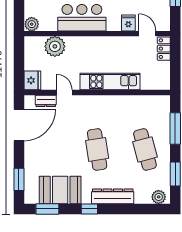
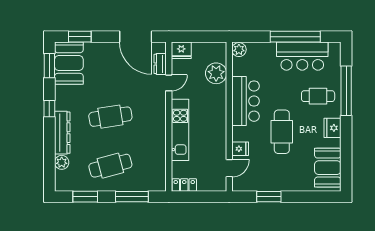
locker: (164, 49) -> (184, 185), moved
booth: (60, 190) -> (69, 63), moved
plant: (159, 197) -> (62, 162), moved

